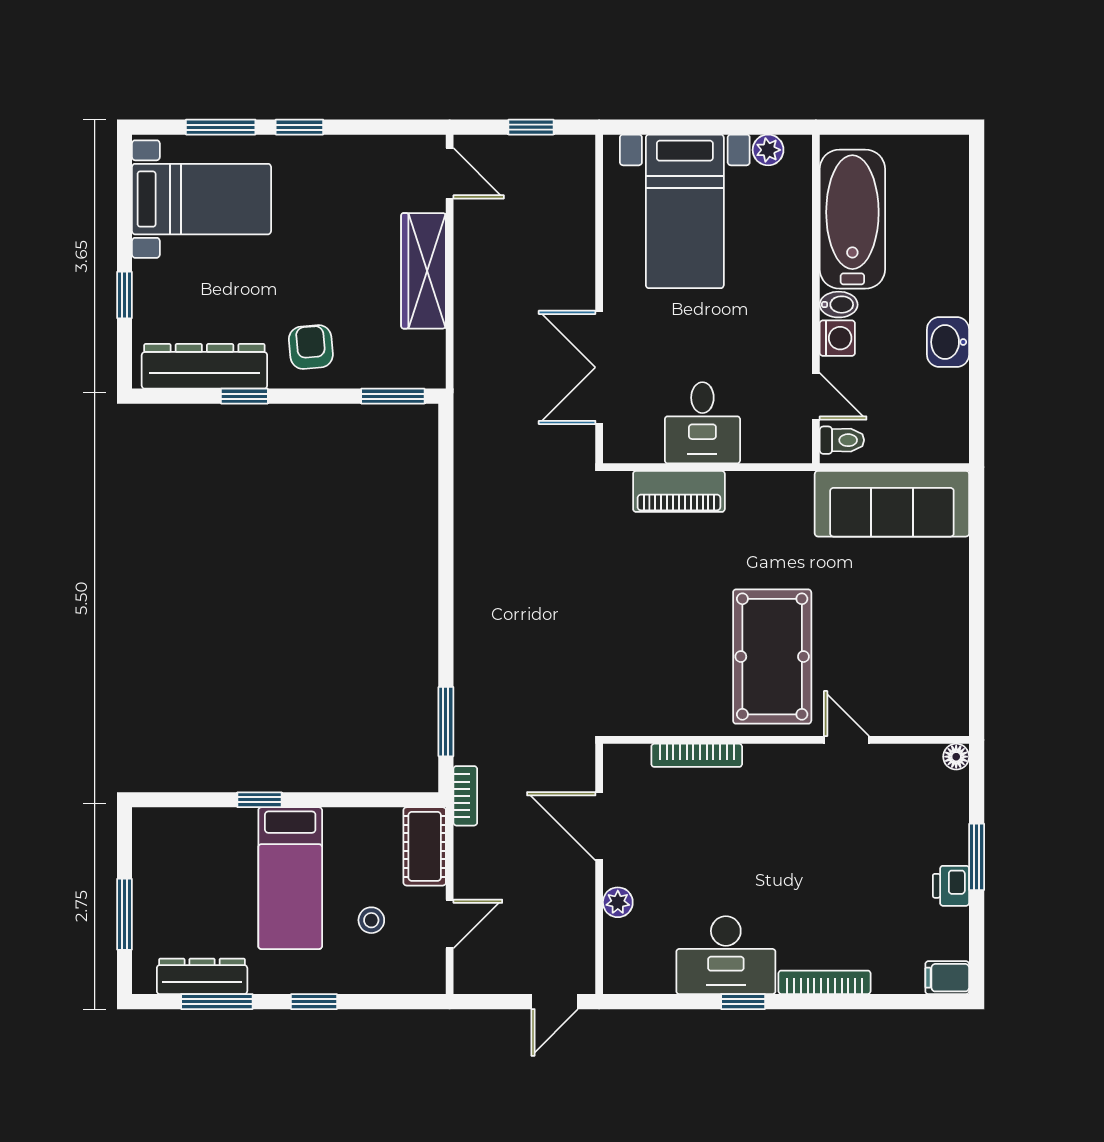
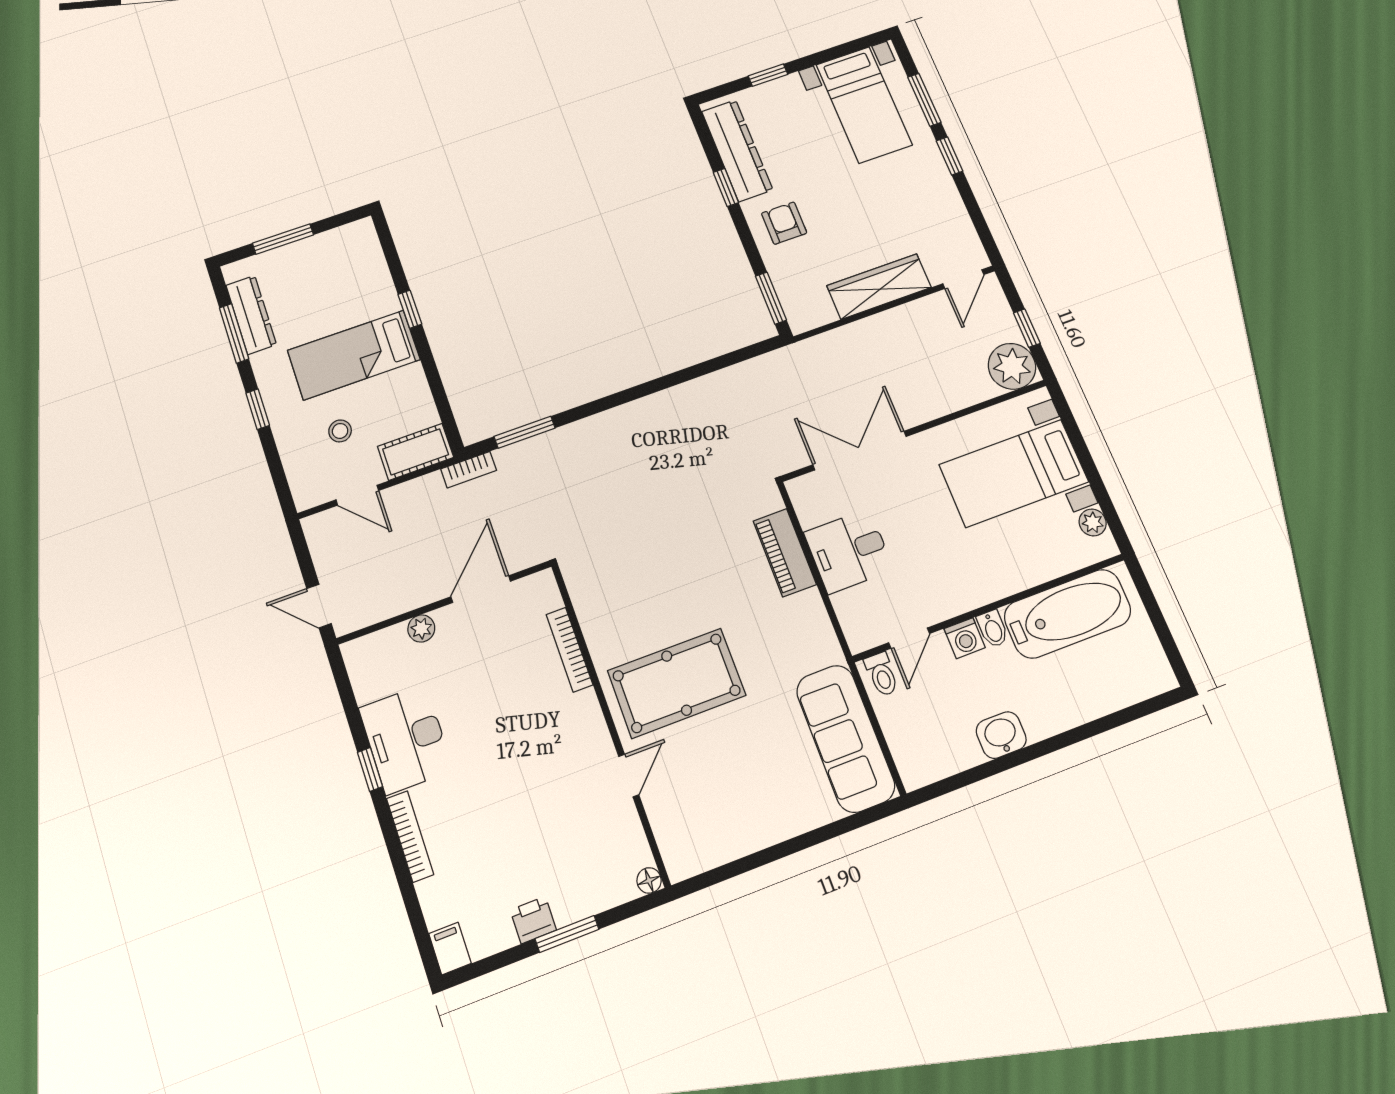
plant: (568, 162) -> (1012, 366), added
armchair: (311, 347) -> (784, 223), turned -85

